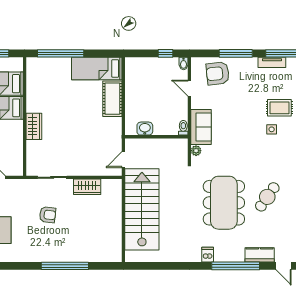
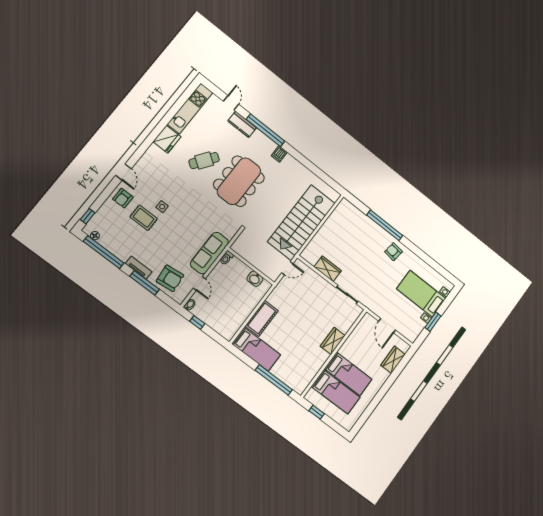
tv unit: (272, 62) -> (139, 268), moved
sofa: (201, 127) -> (209, 253), width x1.36
plant: (196, 151) -> (230, 234), removed
armchair: (48, 215) -> (393, 252), moved

